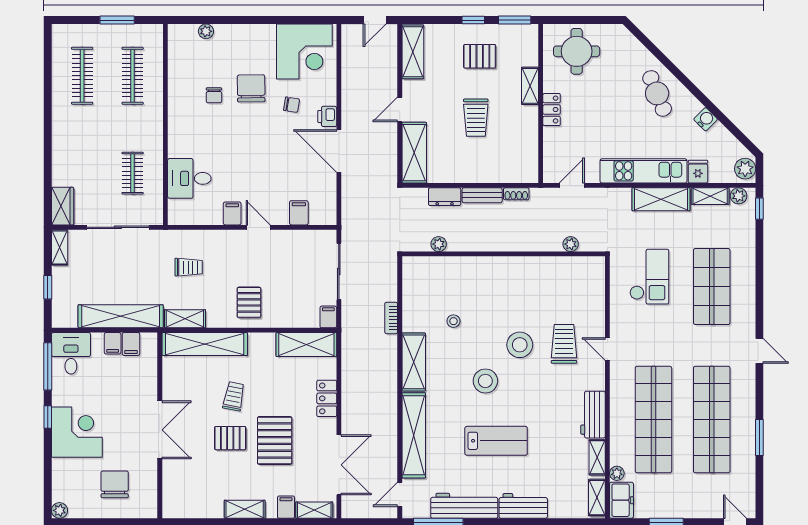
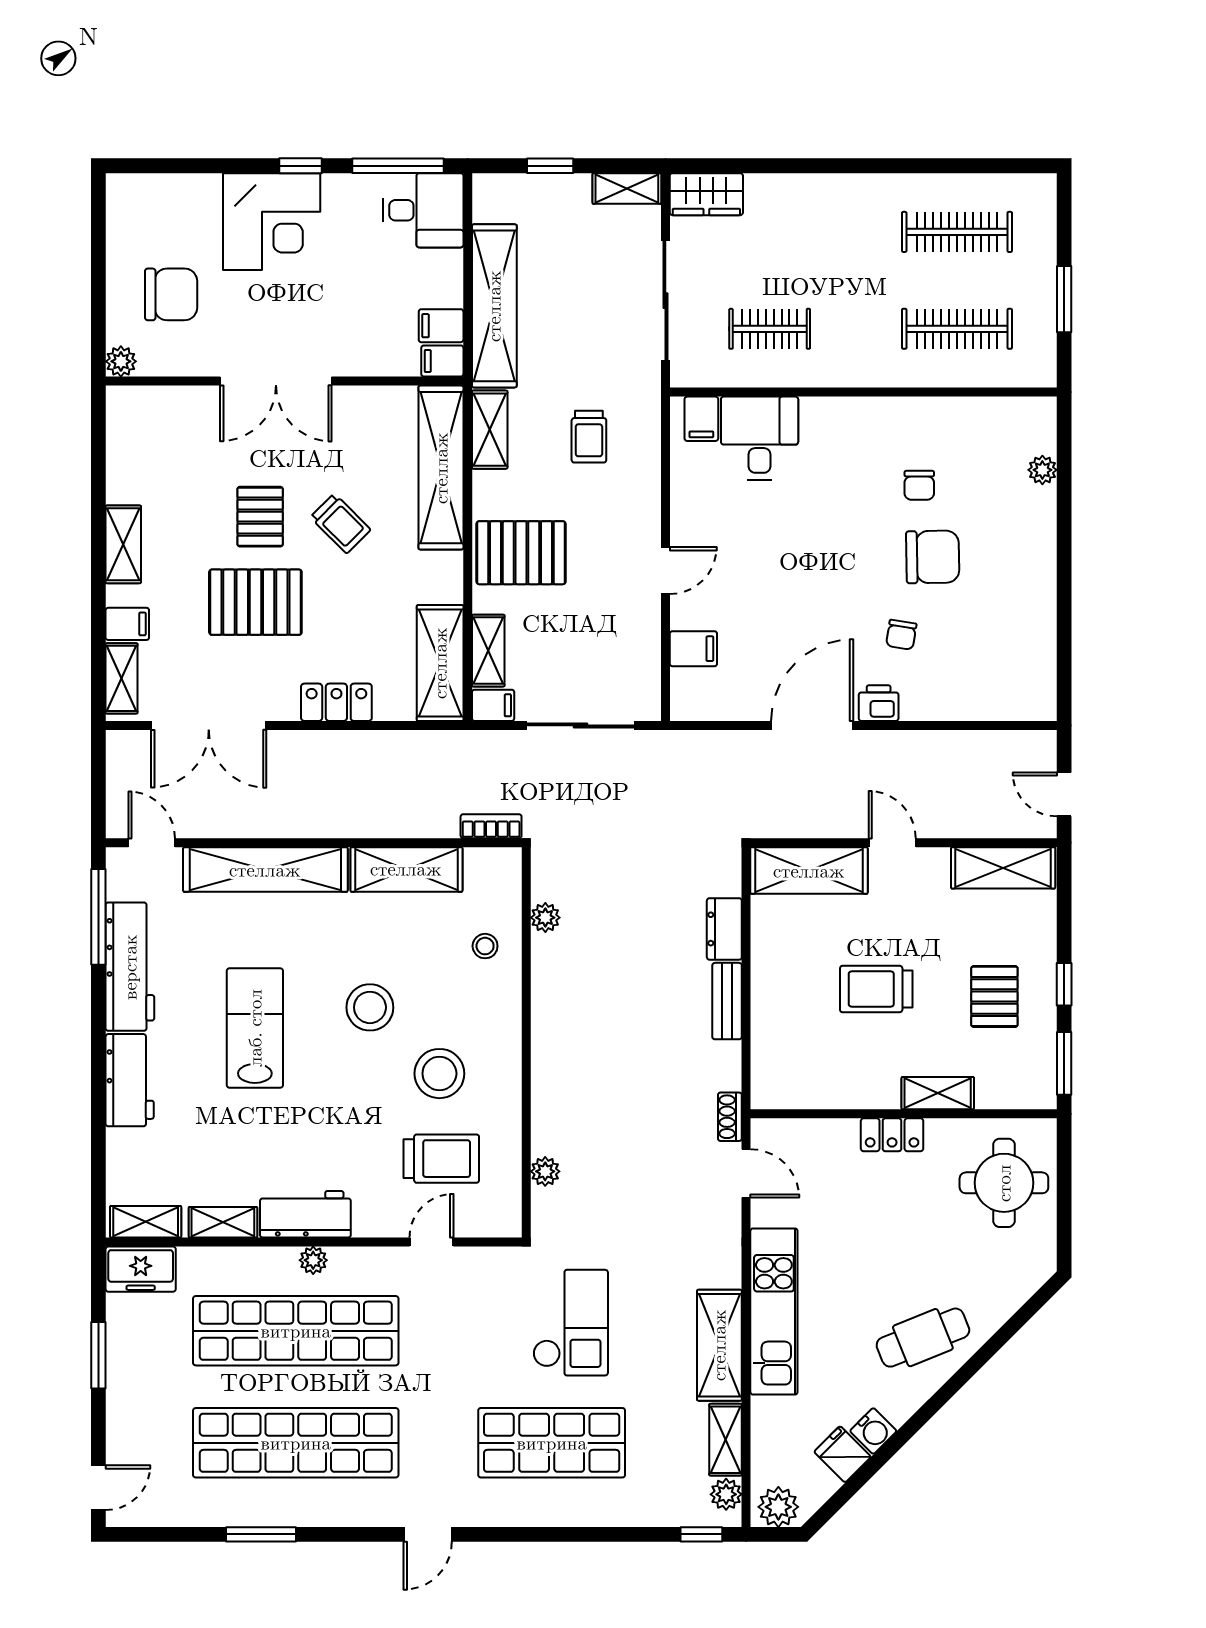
corner desk: (304, 52) -> (1004, 659), removed
chair: (214, 95) -> (919, 485), turned -90
fridge: (698, 172) -> (843, 1454), moved, turned -135
shoe rack: (516, 194) -> (730, 1117), moved
filing cabinet: (232, 213) -> (701, 419), moved, turned 90
plant: (439, 244) -> (545, 918), moved
plant: (571, 244) -> (545, 1171), moved
wall: (504, 254) -> (526, 1042), moved
checkout: (649, 277) -> (571, 1323), turned -90
pallet: (249, 302) -> (521, 553), width x1.50, depth x1.42
shelving: (300, 319) -> (488, 651), added
filing cabinet: (113, 343) -> (442, 361), moved
trolley: (234, 396) -> (340, 524), turned 34
lab bench: (496, 441) -> (255, 1028), turned 180
plant: (617, 473) -> (313, 1260), moved
plant: (59, 510) -> (121, 361), moved

